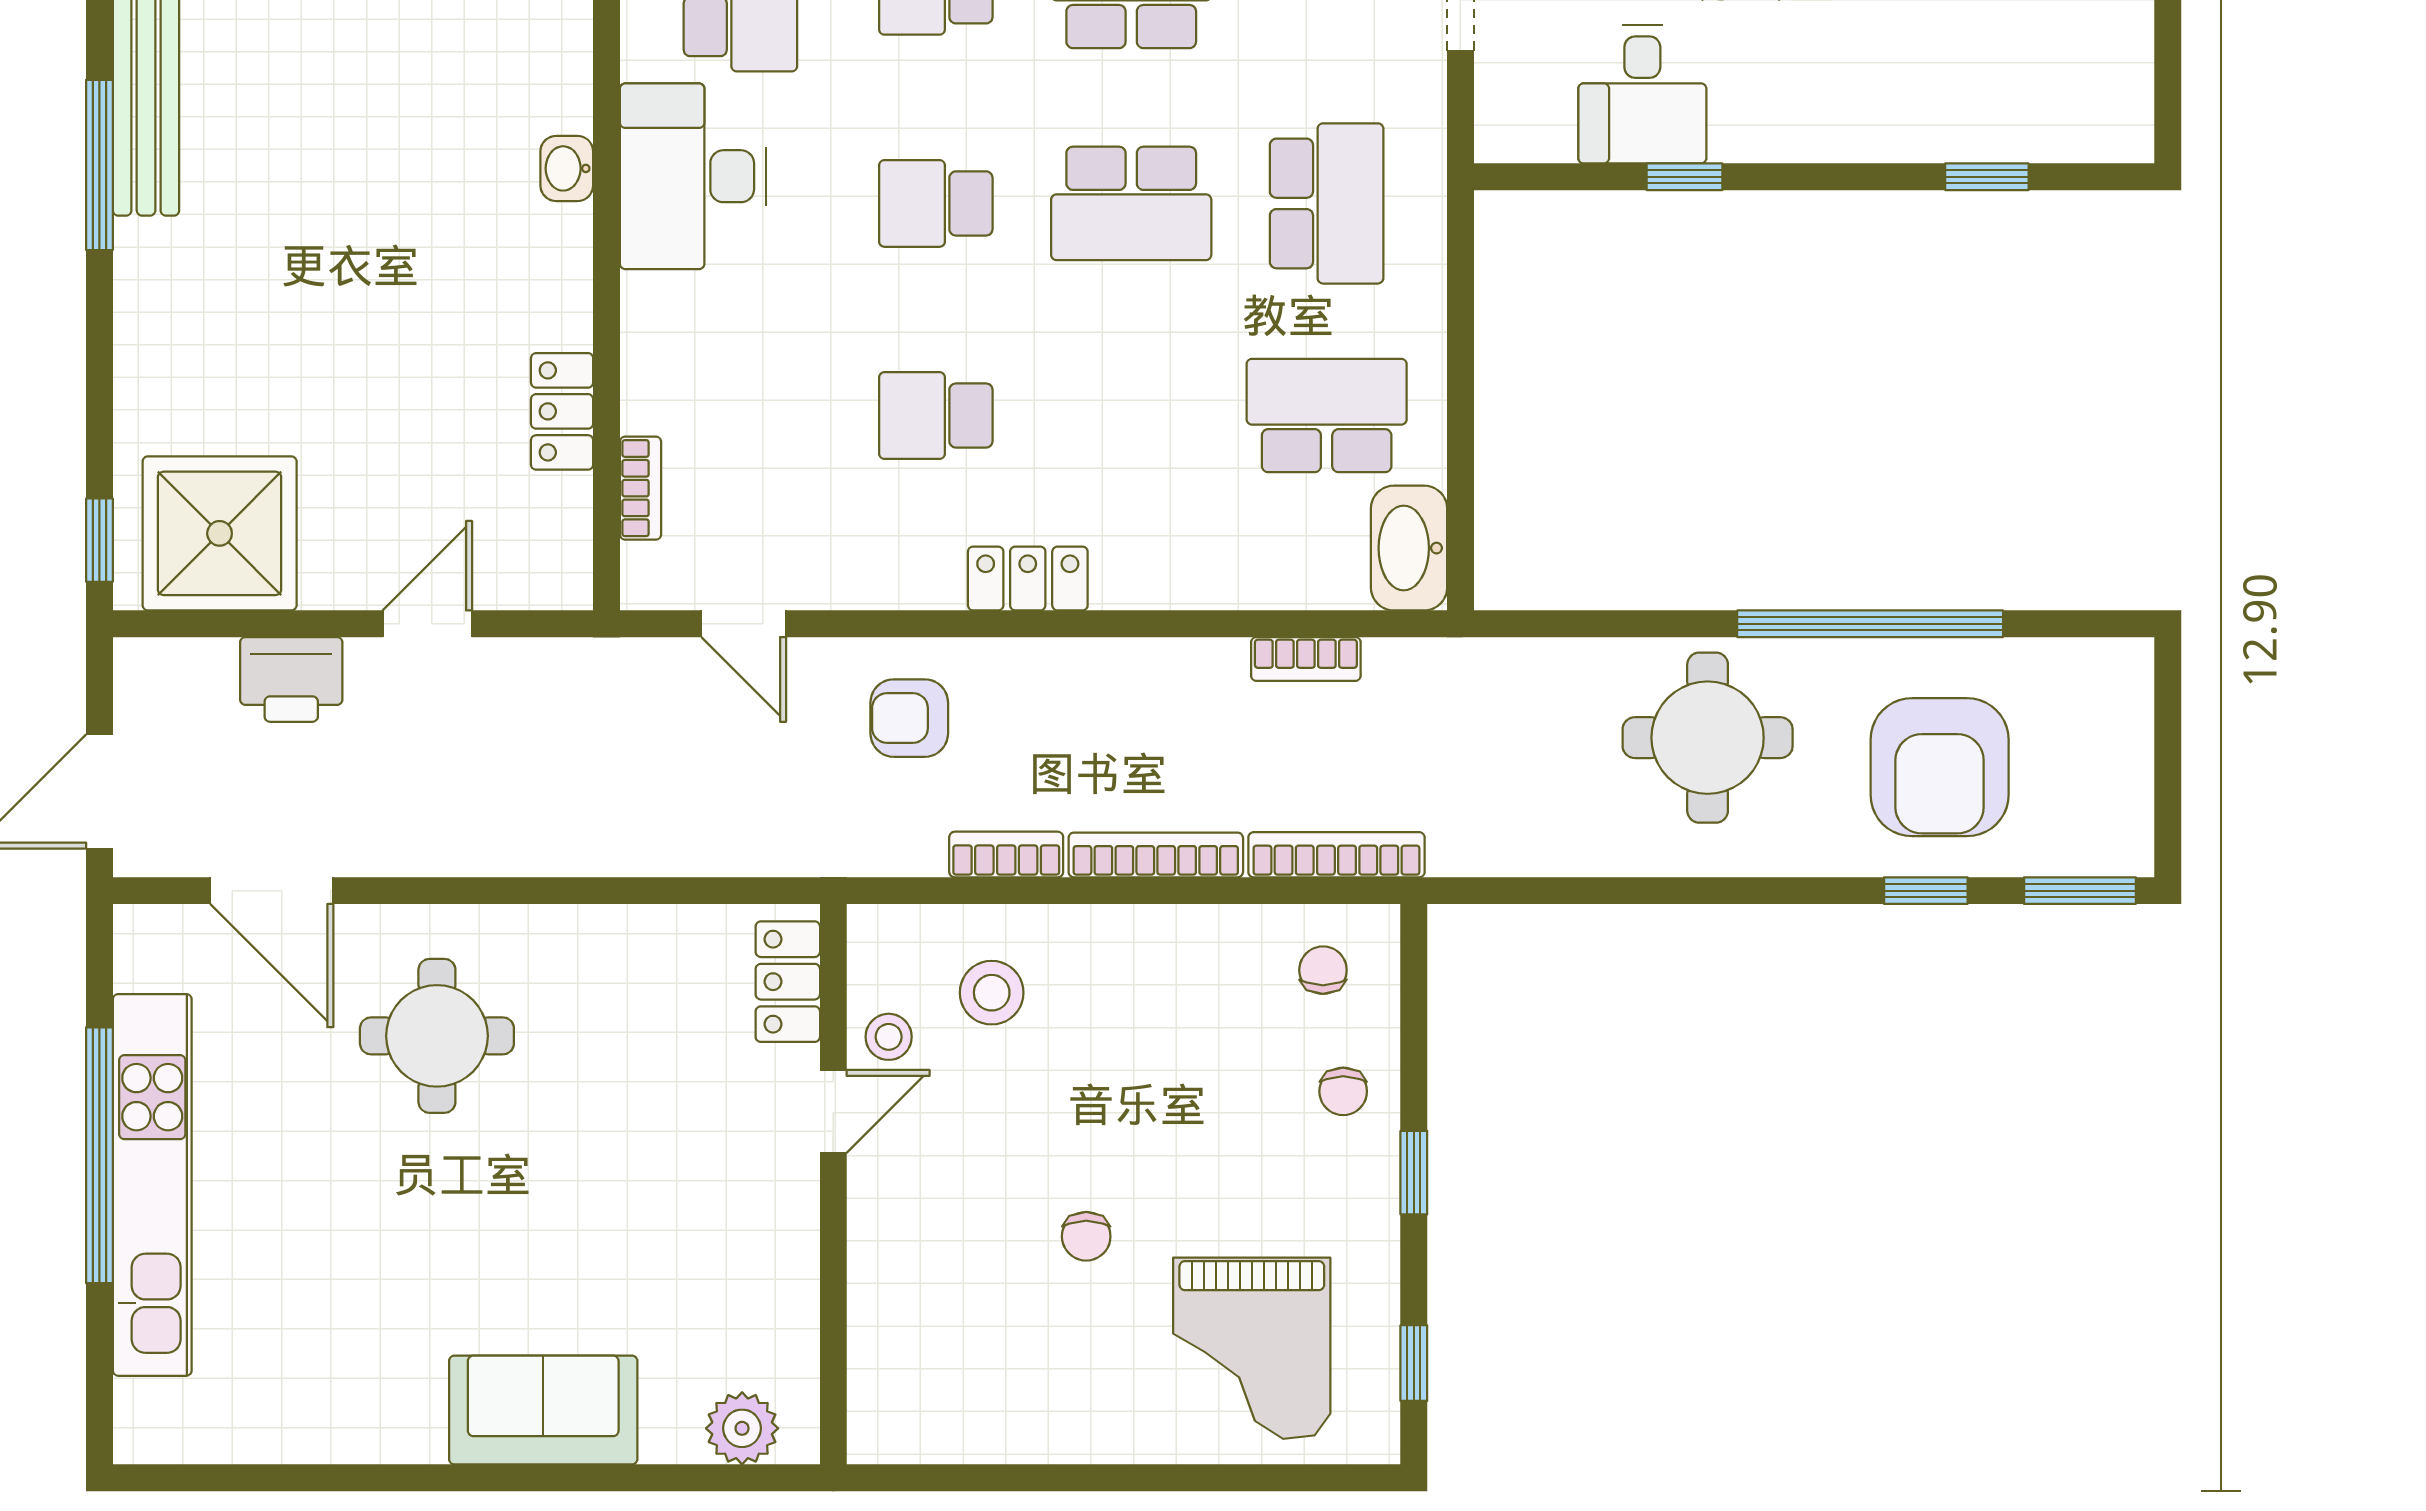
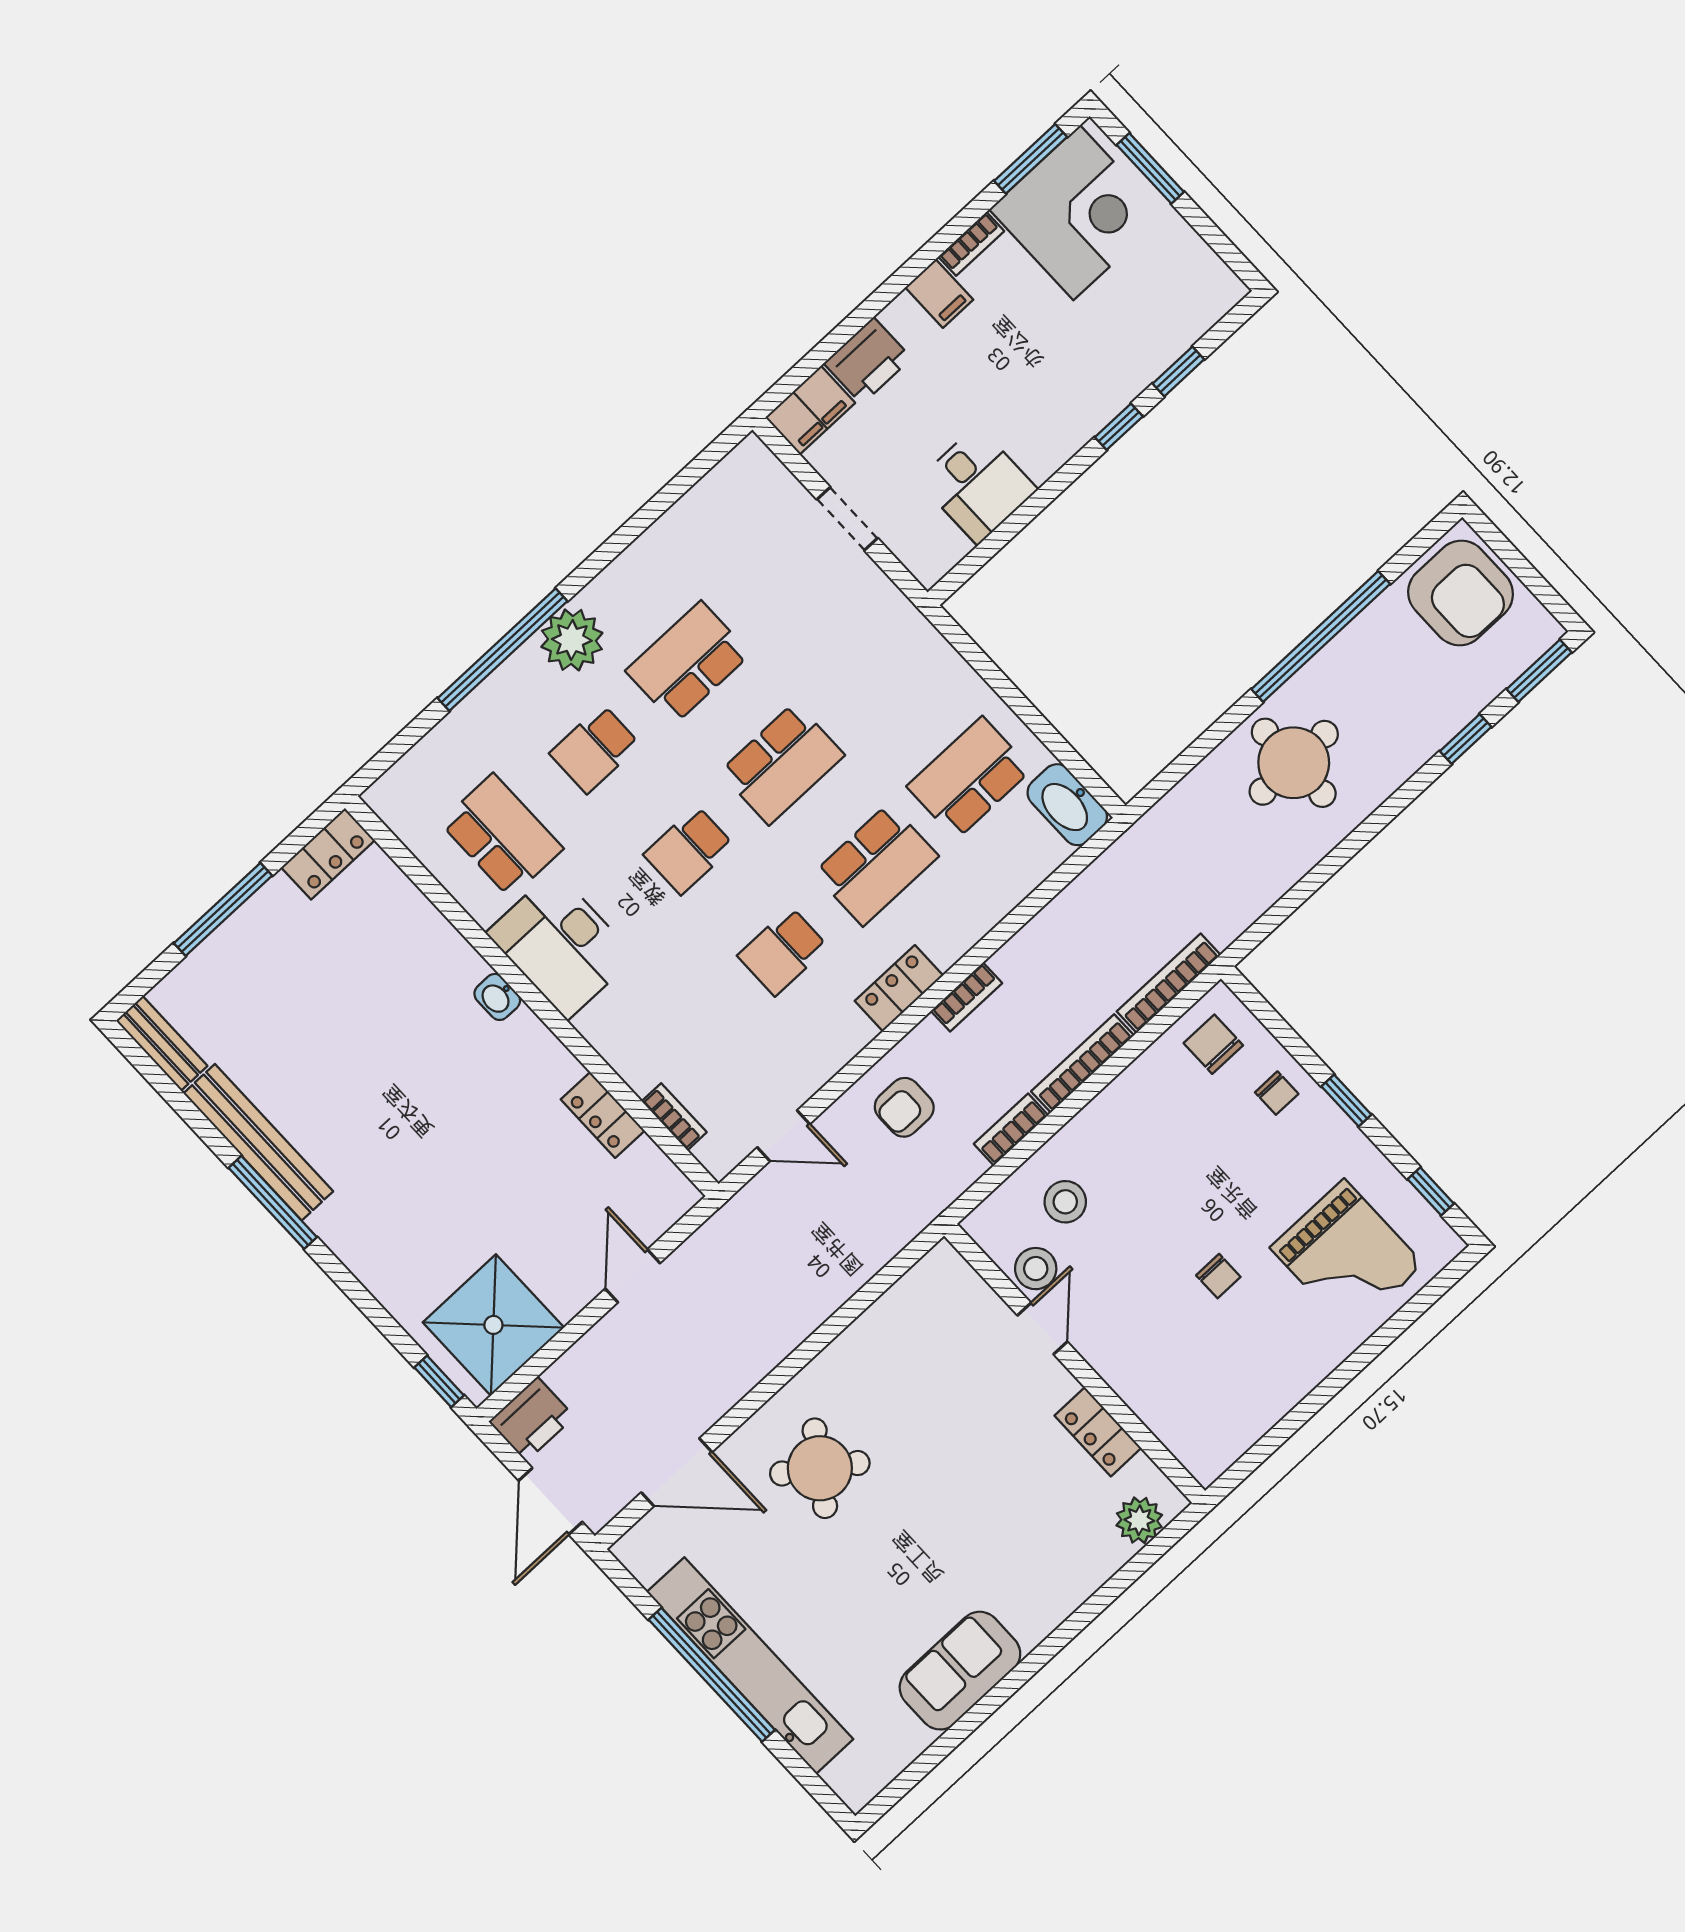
window: (1685, 177) -> (1119, 427), moved
school desk: (1327, 203) -> (876, 865), moved, turned 90
bookcase: (1306, 659) -> (966, 997), moved
printer: (291, 679) -> (532, 1419), moved
armchair: (1940, 767) -> (1461, 593), moved
chair: (1323, 970) -> (1213, 1044), width x1.37, depth x1.37
locker: (788, 982) -> (1098, 1432), moved
round table: (437, 1036) -> (820, 1468), turned 35
stool: (889, 1037) -> (1036, 1269), width x1.37, depth x1.37
sofa: (543, 1410) -> (960, 1671), moved

